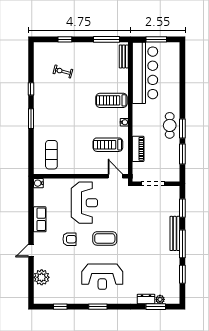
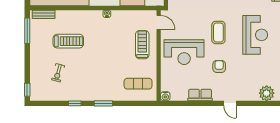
window: (65, 39) -> (27, 90), moved
treadmill: (112, 100) -> (68, 41), moved, turned -90
treadmill: (108, 145) -> (142, 45), moved, turned 180
door: (115, 176) -> (159, 22), swing flipped
reception desk: (84, 203) -> (184, 52), turned 180
plant: (42, 277) -> (267, 93), moved

